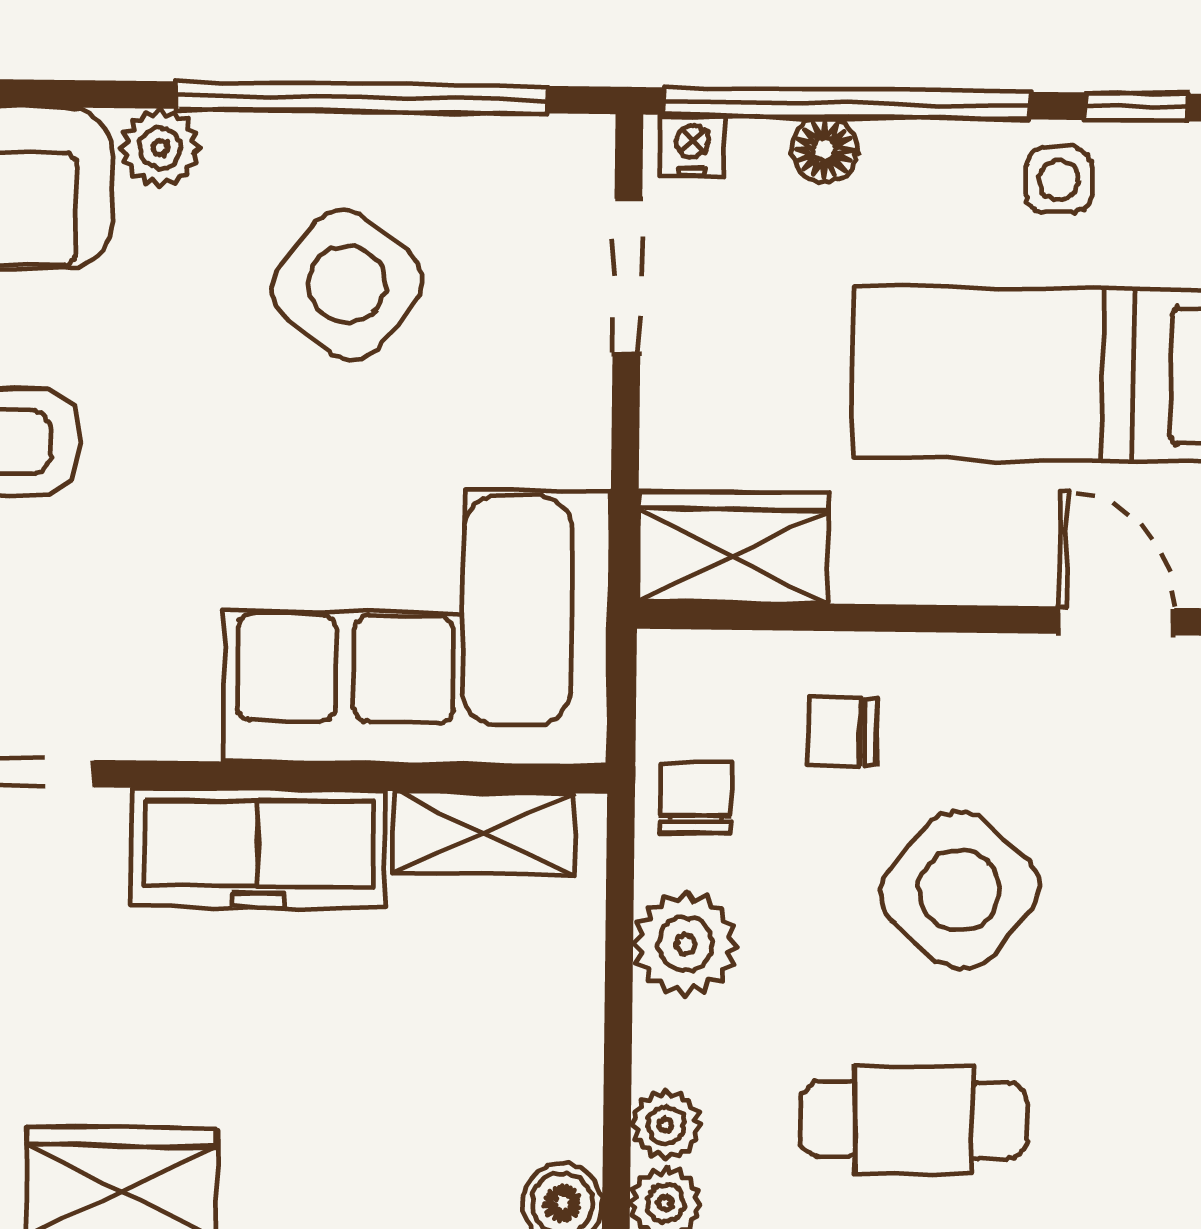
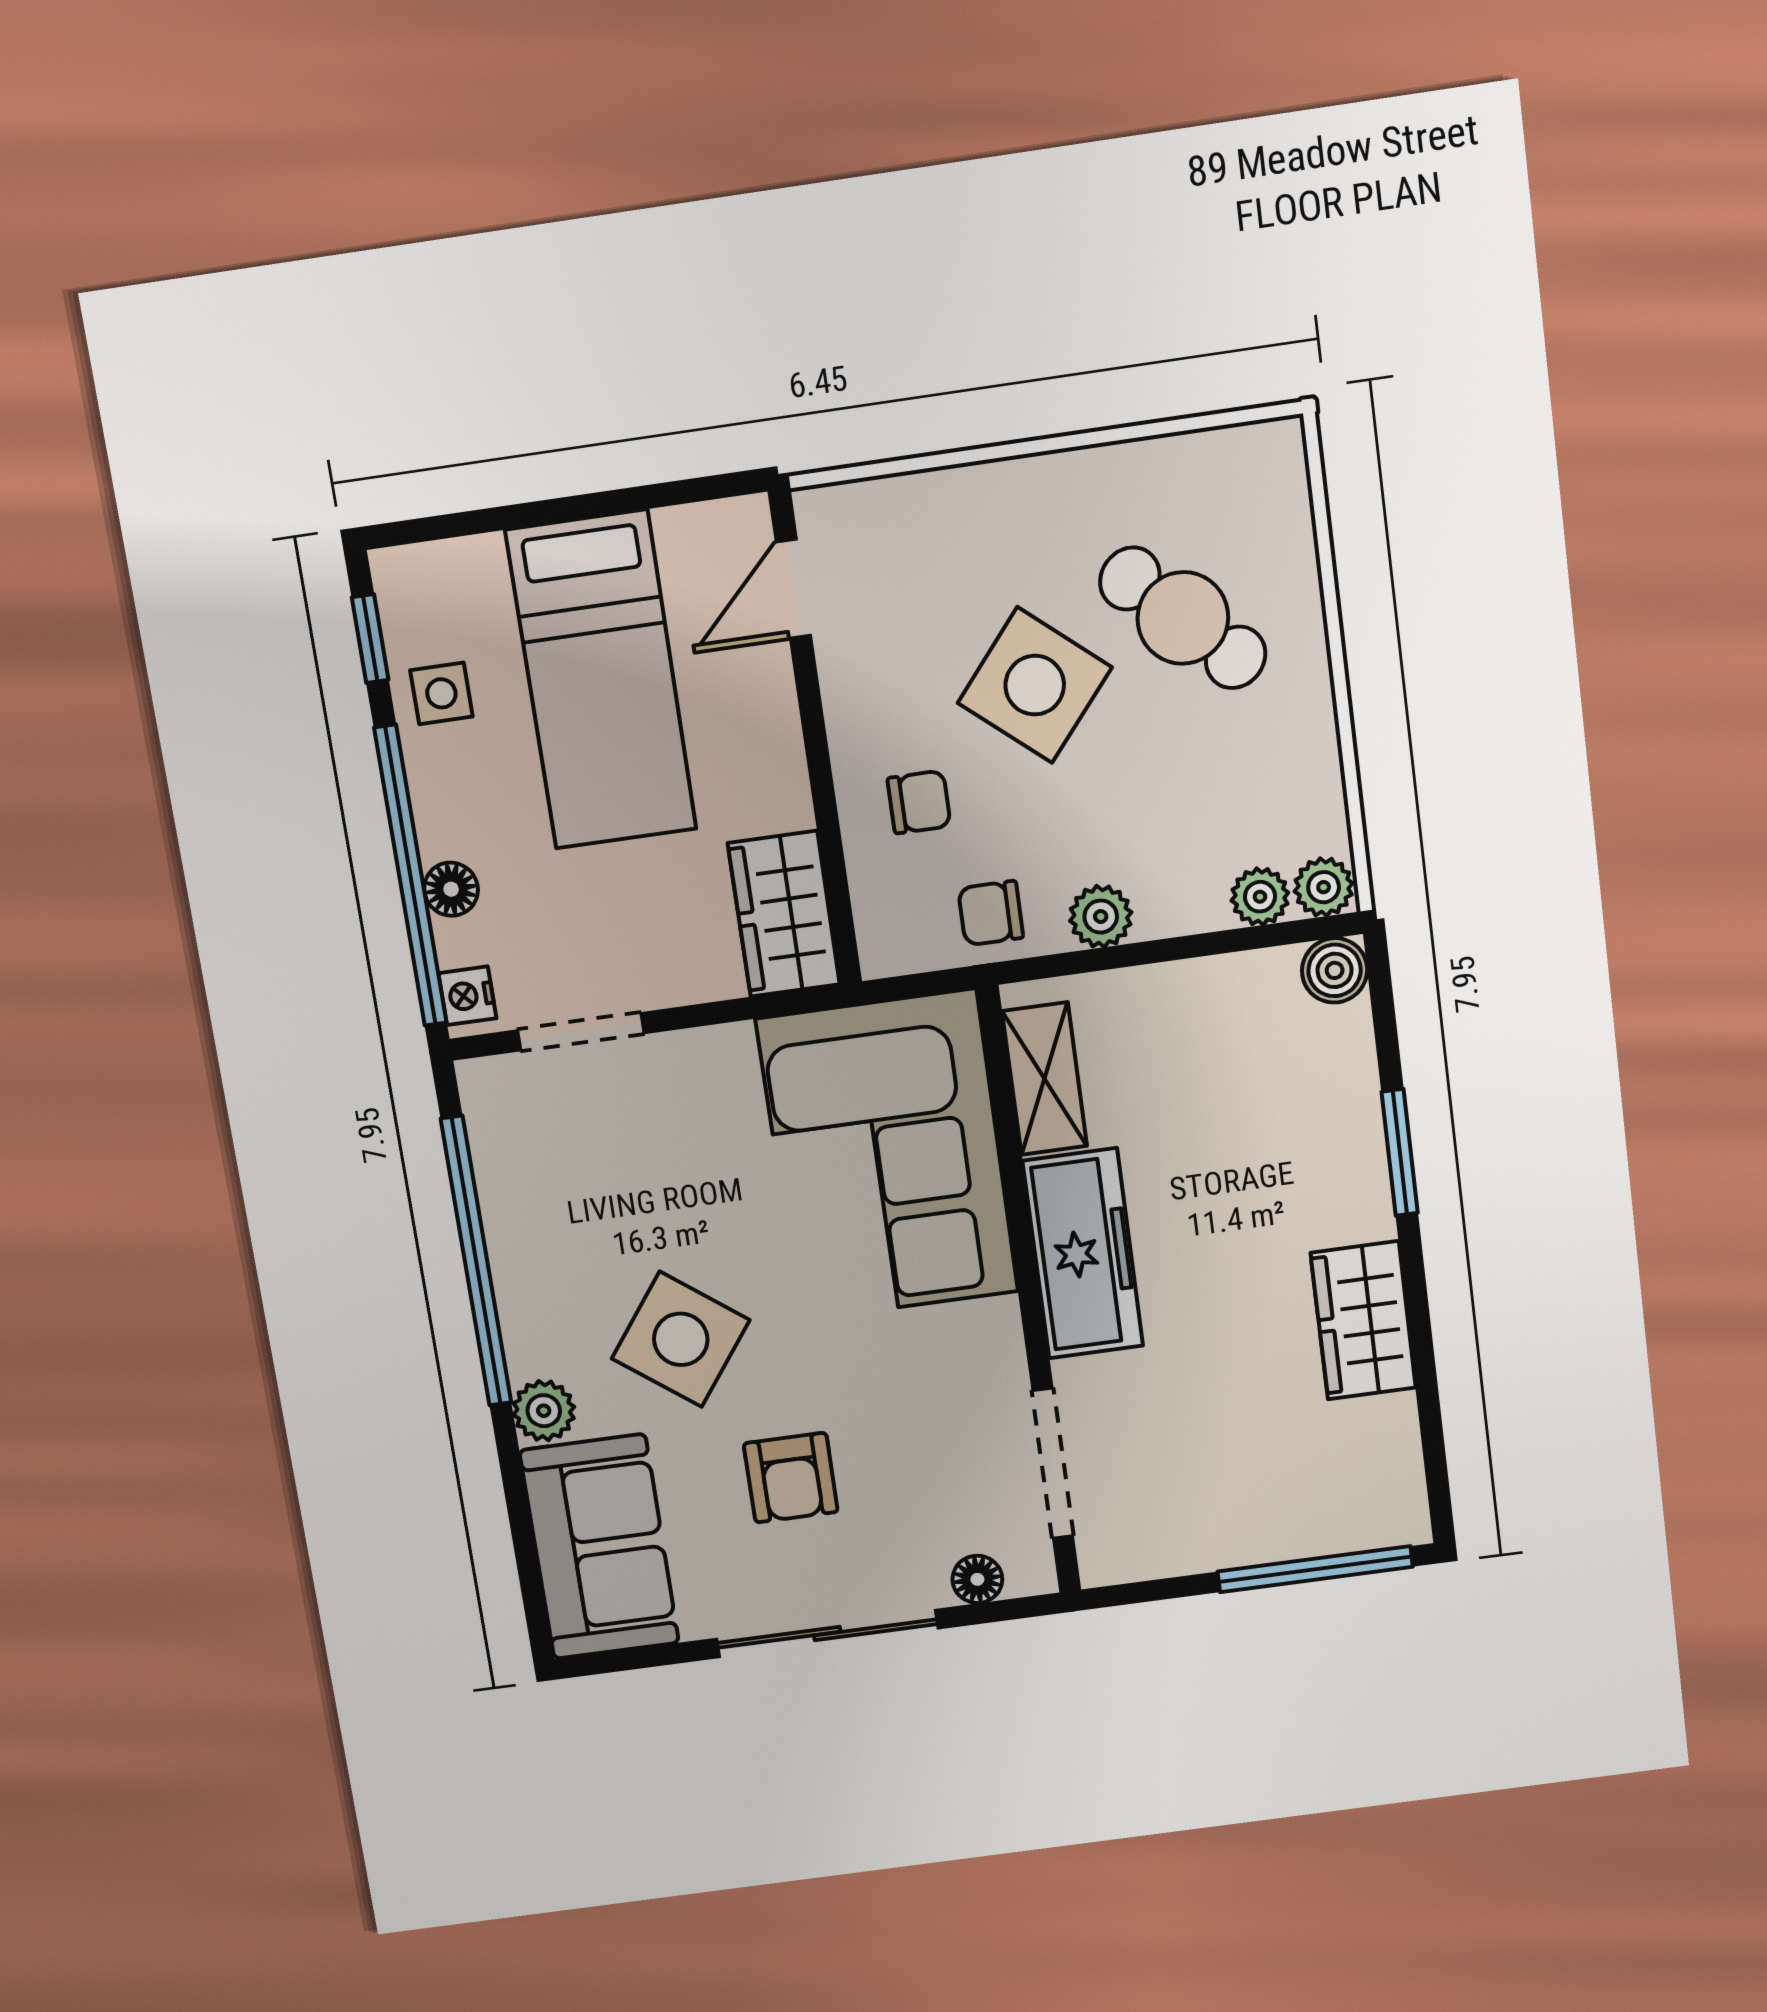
side table: (347, 285) -> (681, 1339), moved
chair: (842, 731) -> (919, 802), turned -90
plant: (685, 944) -> (1101, 917), width x0.73, depth x0.73
cafe table: (914, 1120) -> (1183, 618), moved, turned -46

